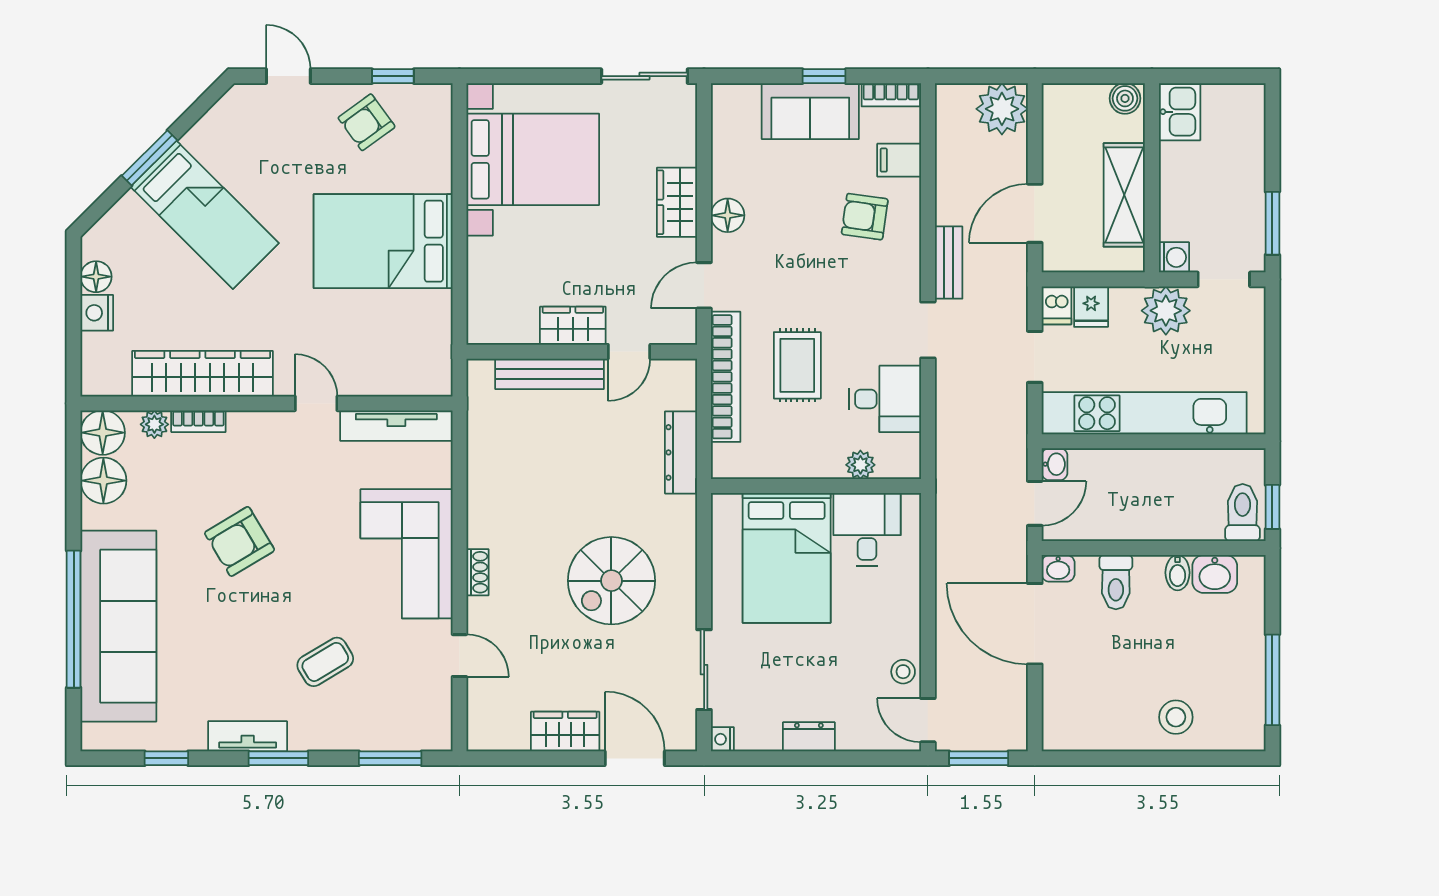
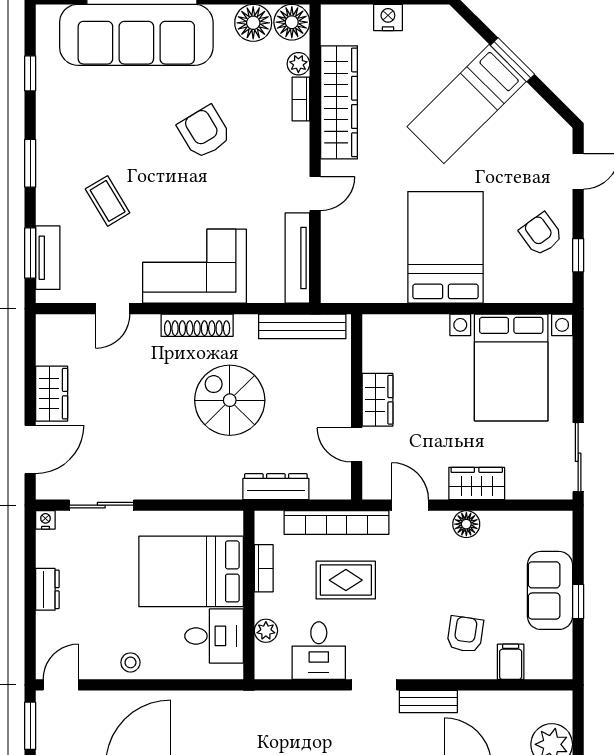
bookcase: (891, 95) -> (264, 568), moved, turned 180
floor lamp: (96, 277) -> (417, 17), removed
bench: (549, 374) -> (302, 326), moved, turned 90
shoe rack: (477, 572) -> (197, 325), width x1.94, depth x1.24
spiral stairs: (611, 581) -> (230, 400), moved
stool: (903, 672) -> (130, 662), moved
tv unit: (248, 736) -> (48, 258), moved

